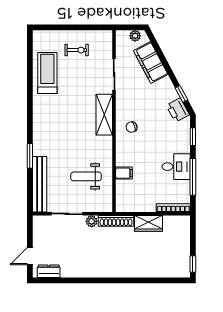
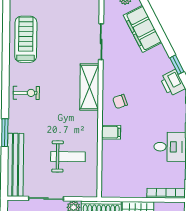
exercise bike: (77, 50) -> (26, 93), moved
filing cabinet: (124, 173) -> (111, 132), moved
weight bench: (86, 176) -> (68, 157), turned 180

